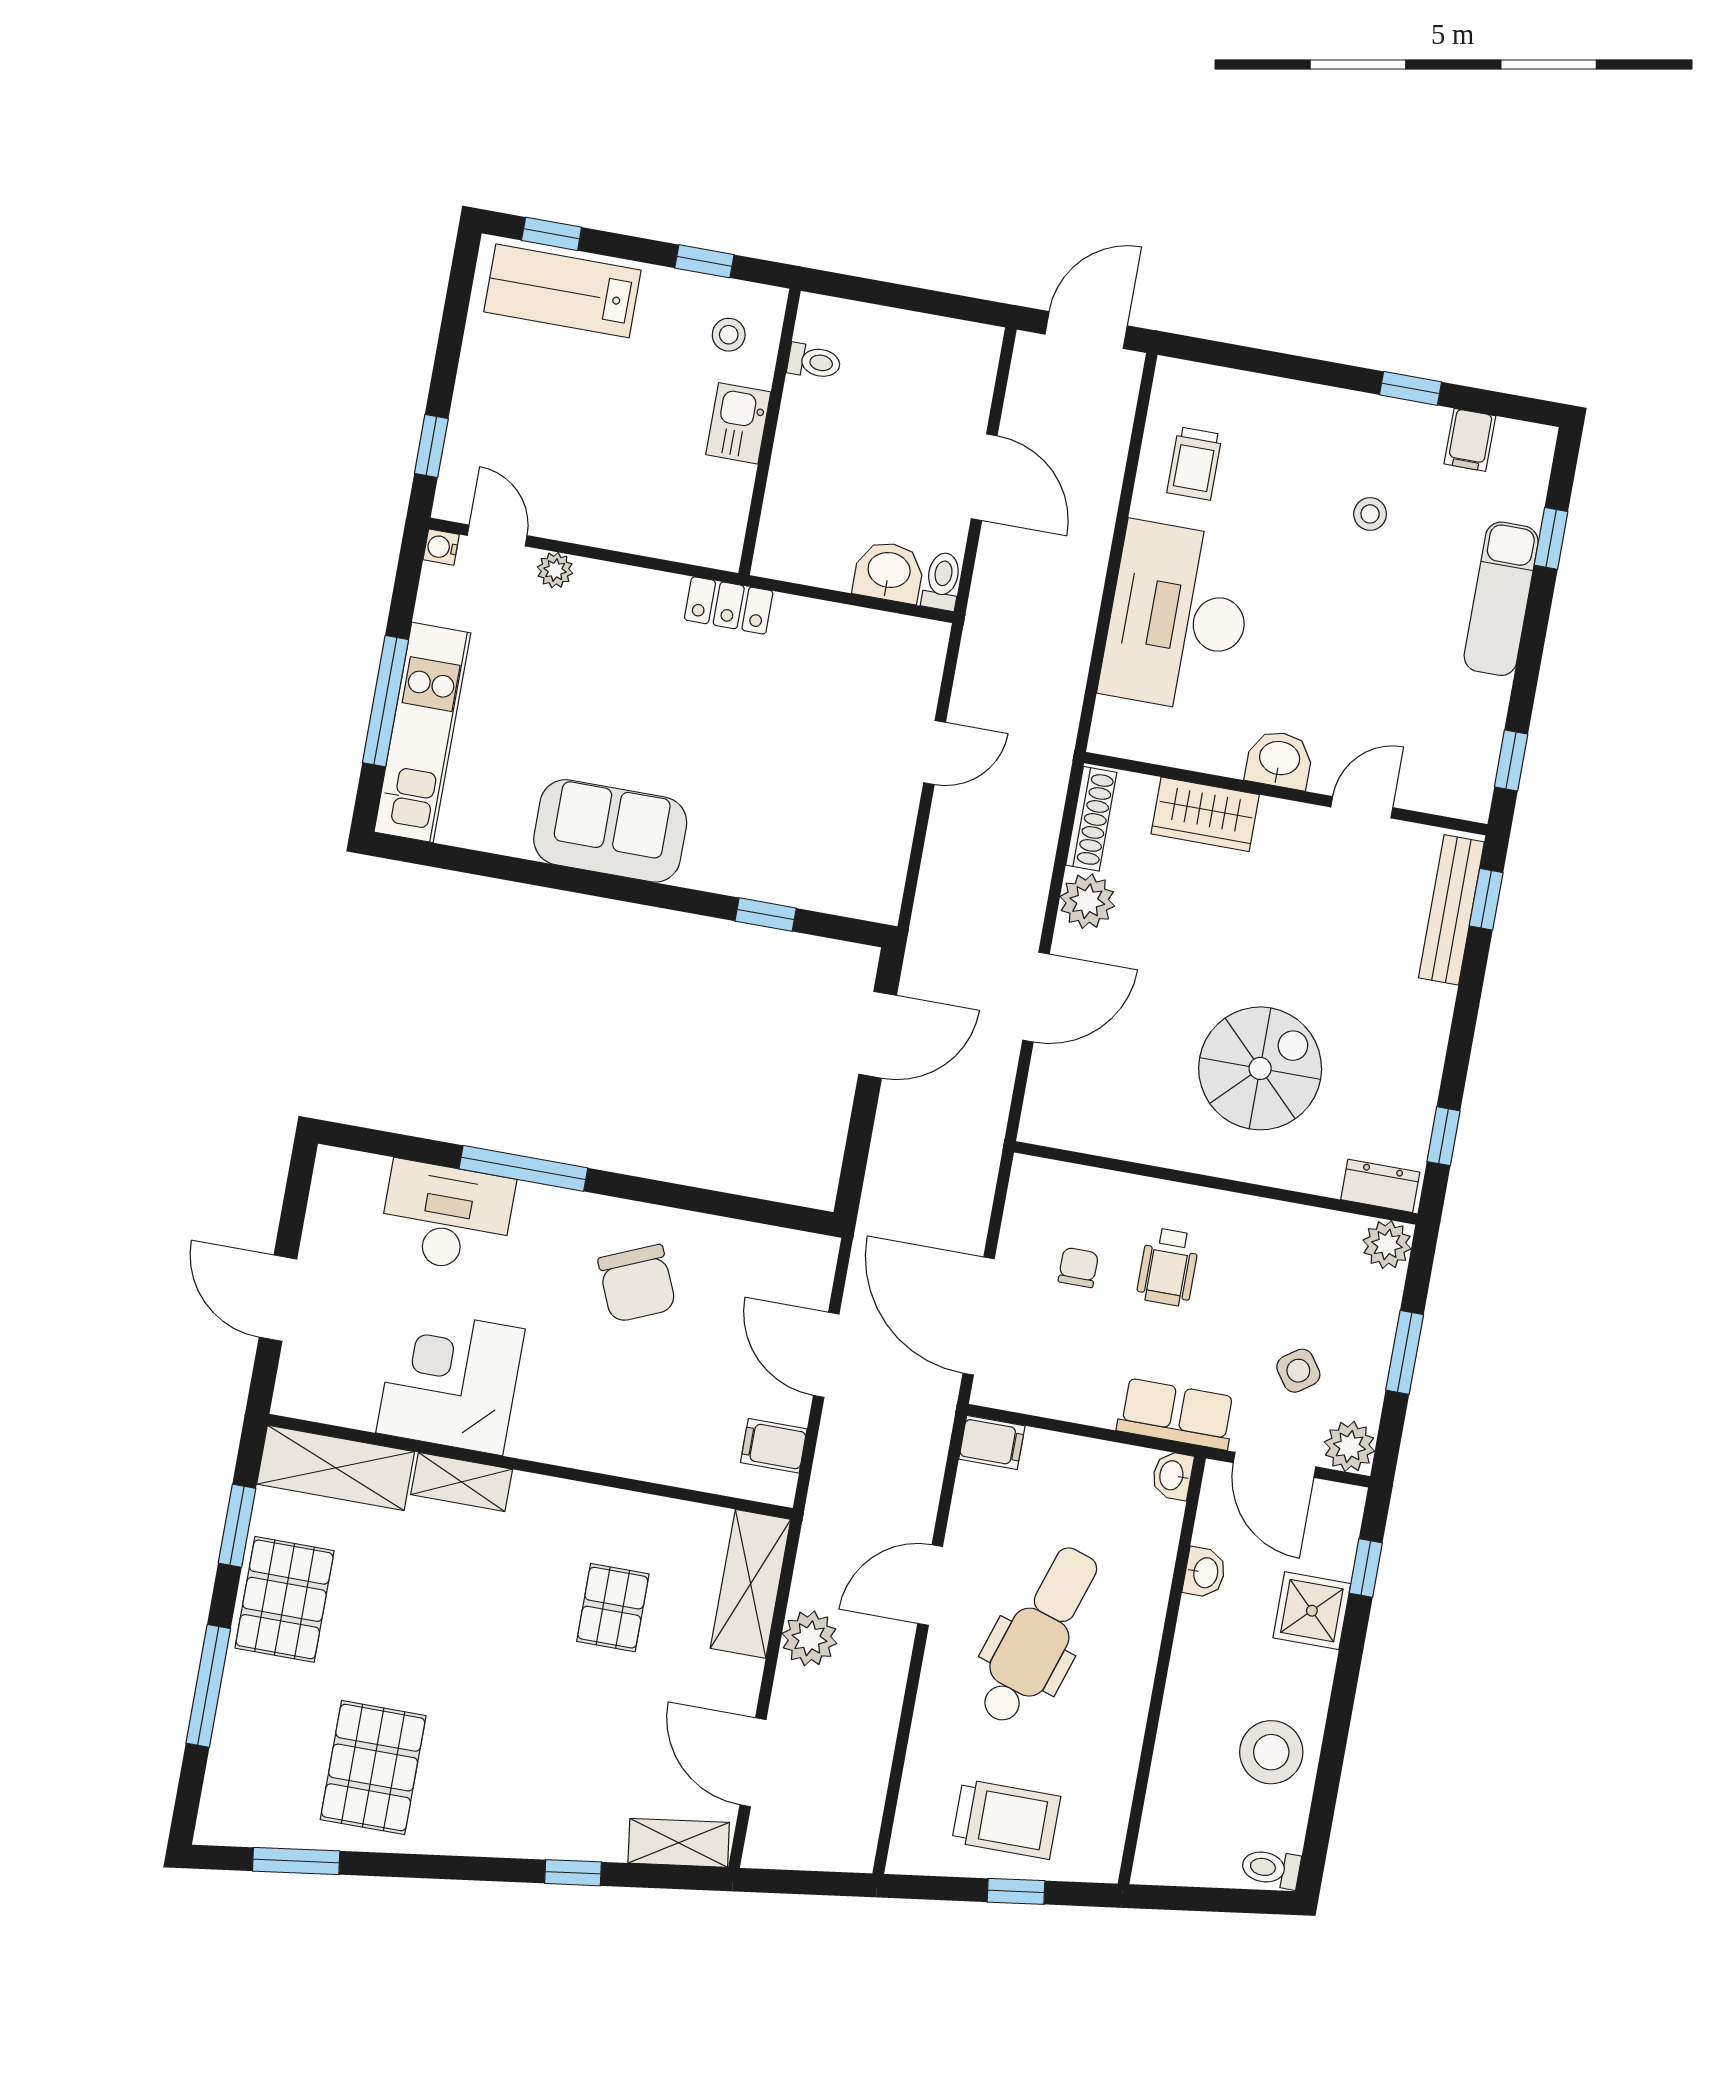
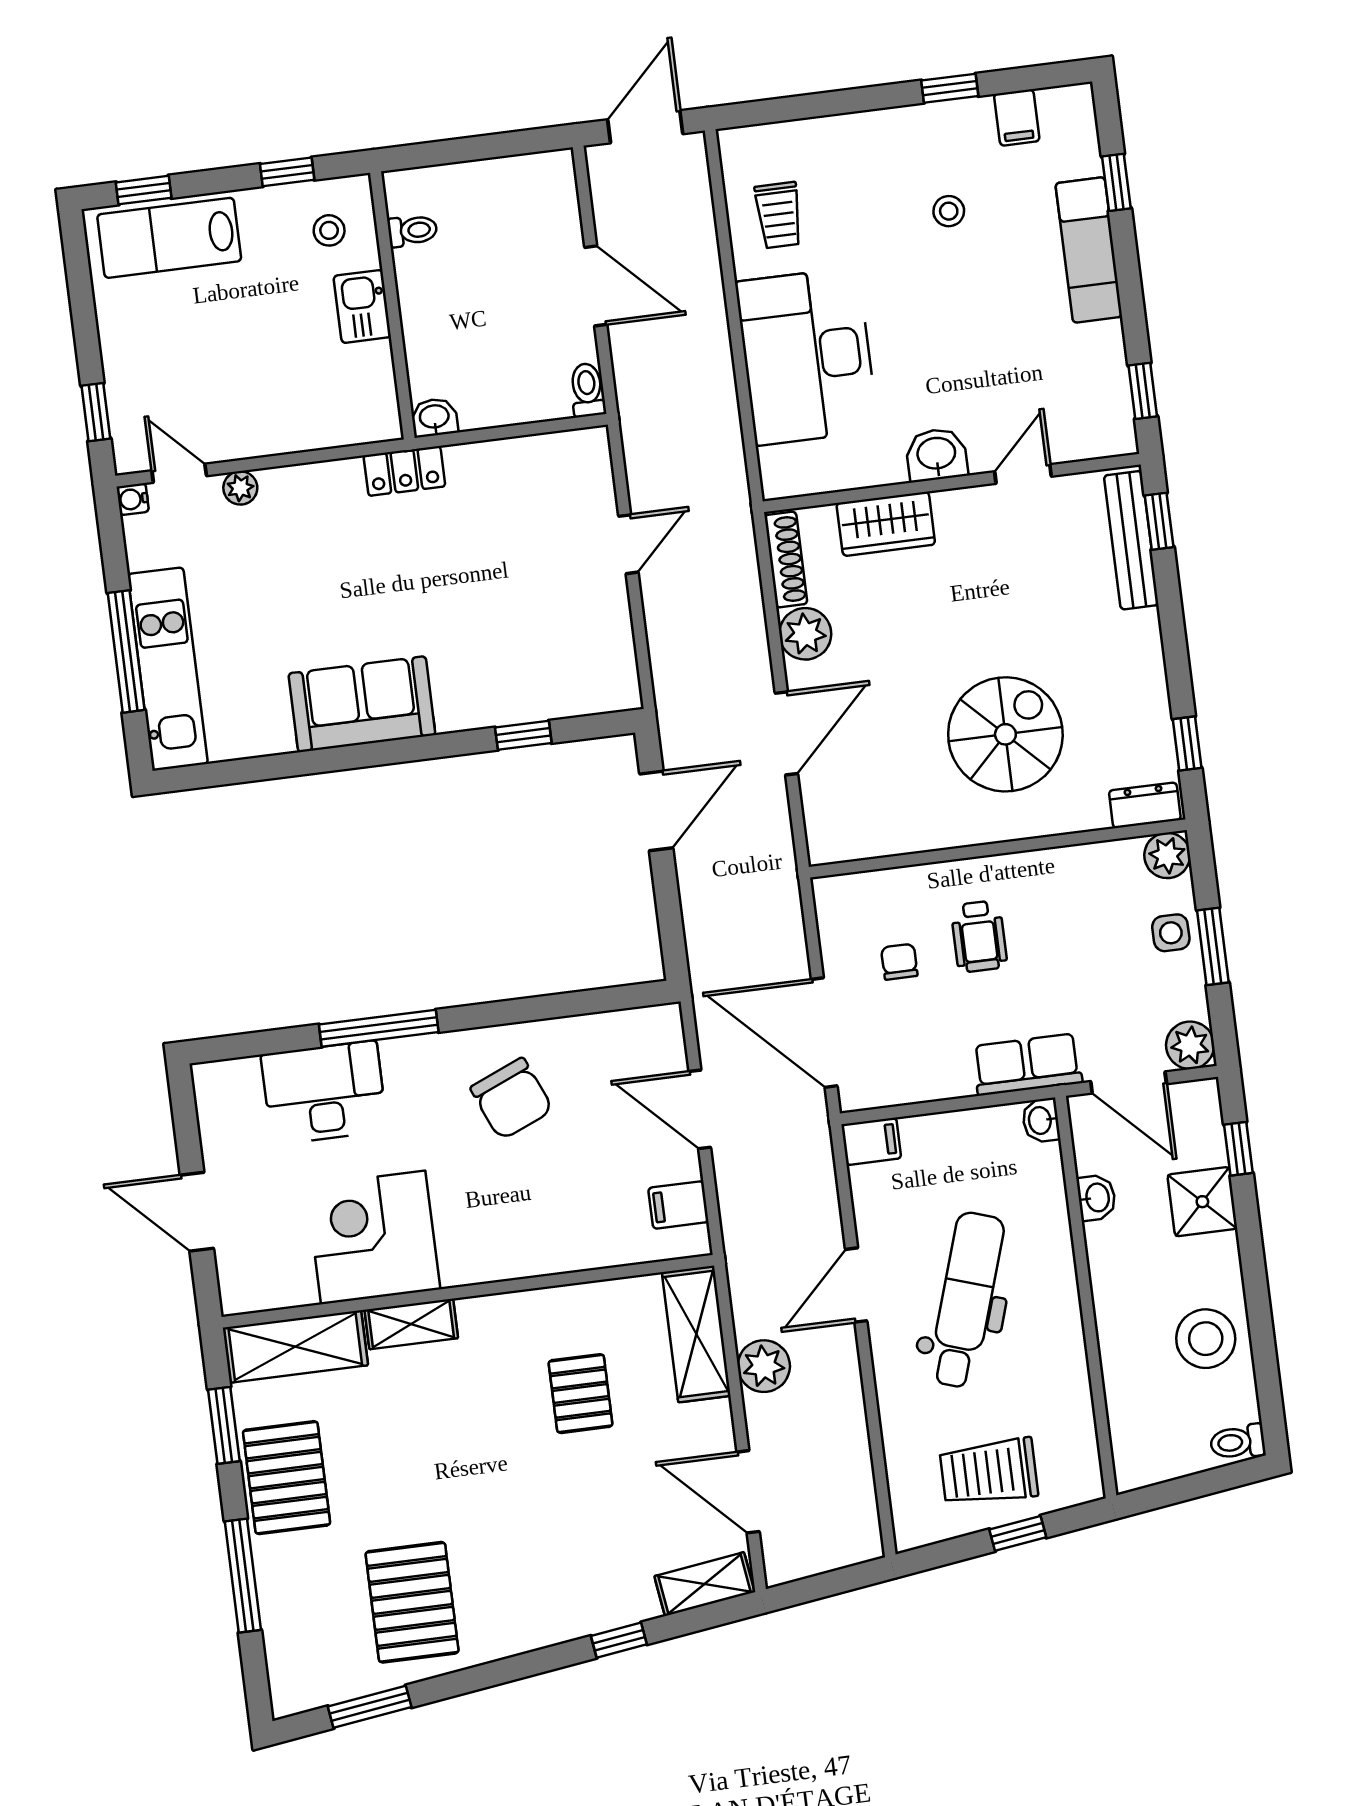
washbasin: (889, 572) -> (434, 417), moved, width x0.72, depth x0.69
side table: (1298, 1371) -> (1171, 933), moved, turned 35
trolley: (1006, 1819) -> (989, 1472), turned 180

